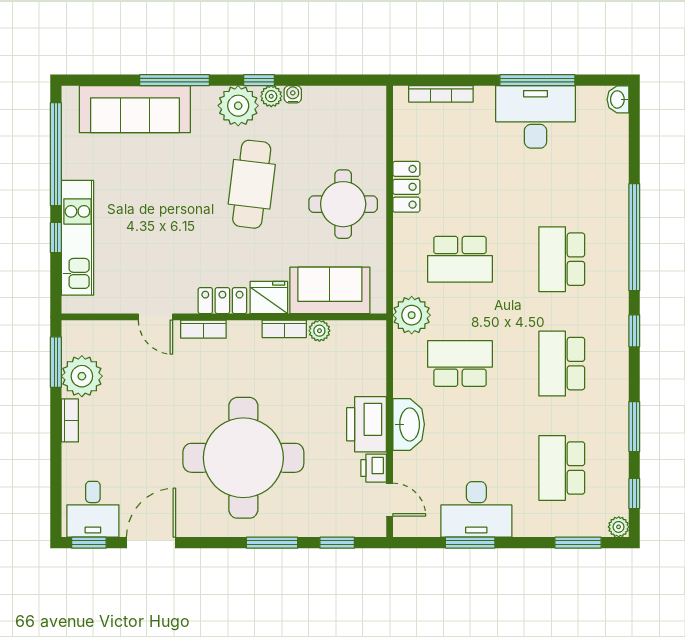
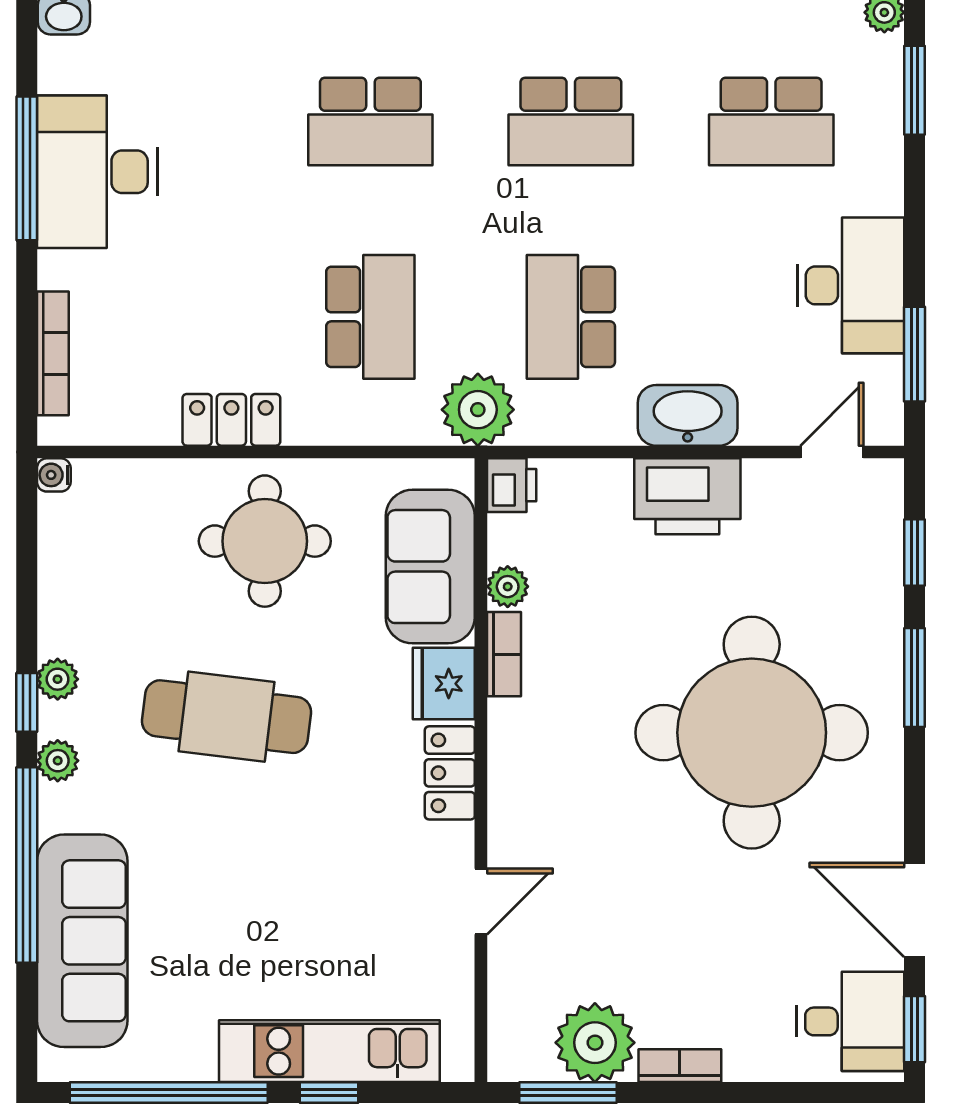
window: (174, 80) -> (27, 865), width x1.46
water cooler: (293, 94) -> (54, 475), moved
plant: (238, 106) -> (58, 761), width x0.53, depth x0.53
bookcase: (203, 329) -> (505, 809), removed
printer: (374, 468) -> (512, 485), moved, turned -90
window: (470, 543) -> (915, 354), moved

